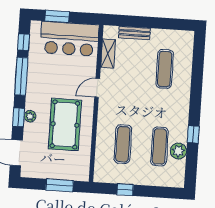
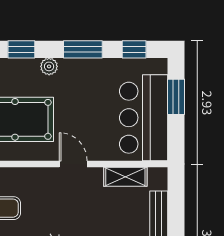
window: (21, 76) -> (83, 49), width x0.69
plant: (30, 116) -> (49, 66), moved

